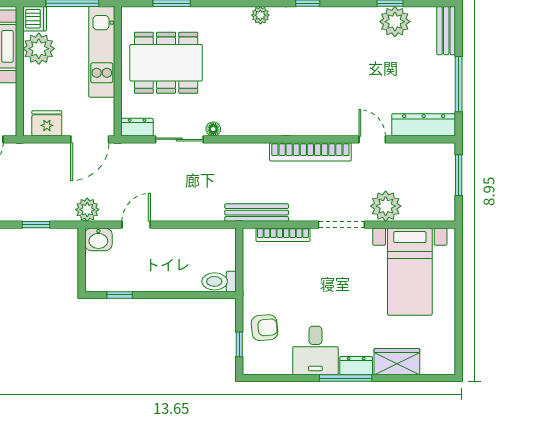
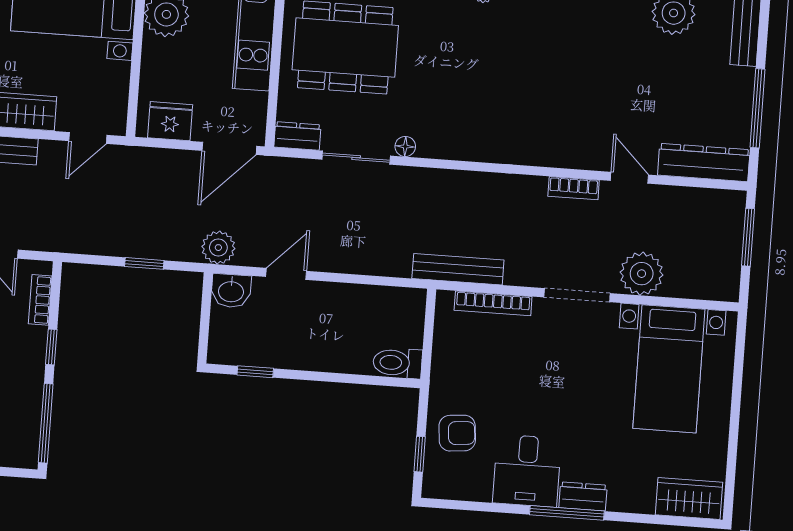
bookcase: (310, 152) -> (574, 188), width x0.43, depth x0.76
wardrobe: (397, 362) -> (689, 499), moved

